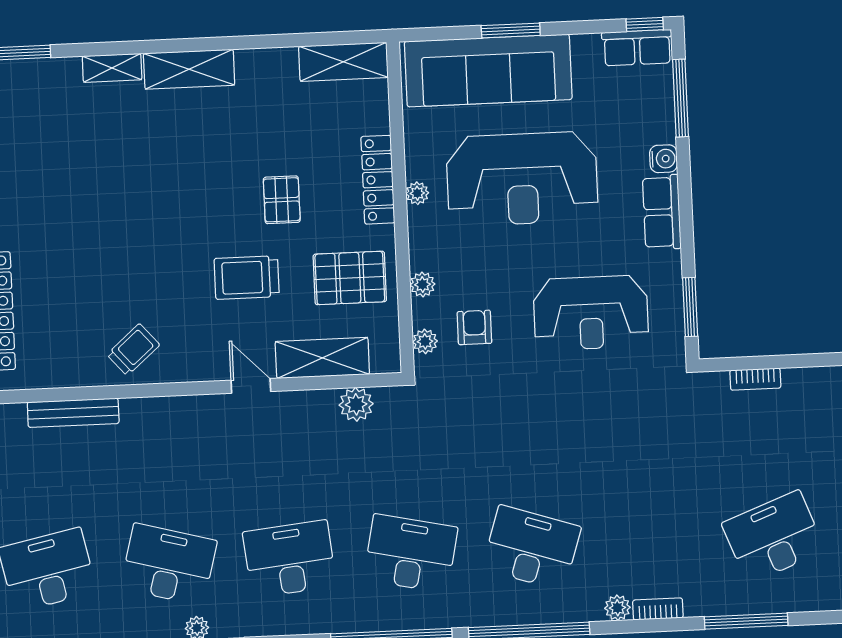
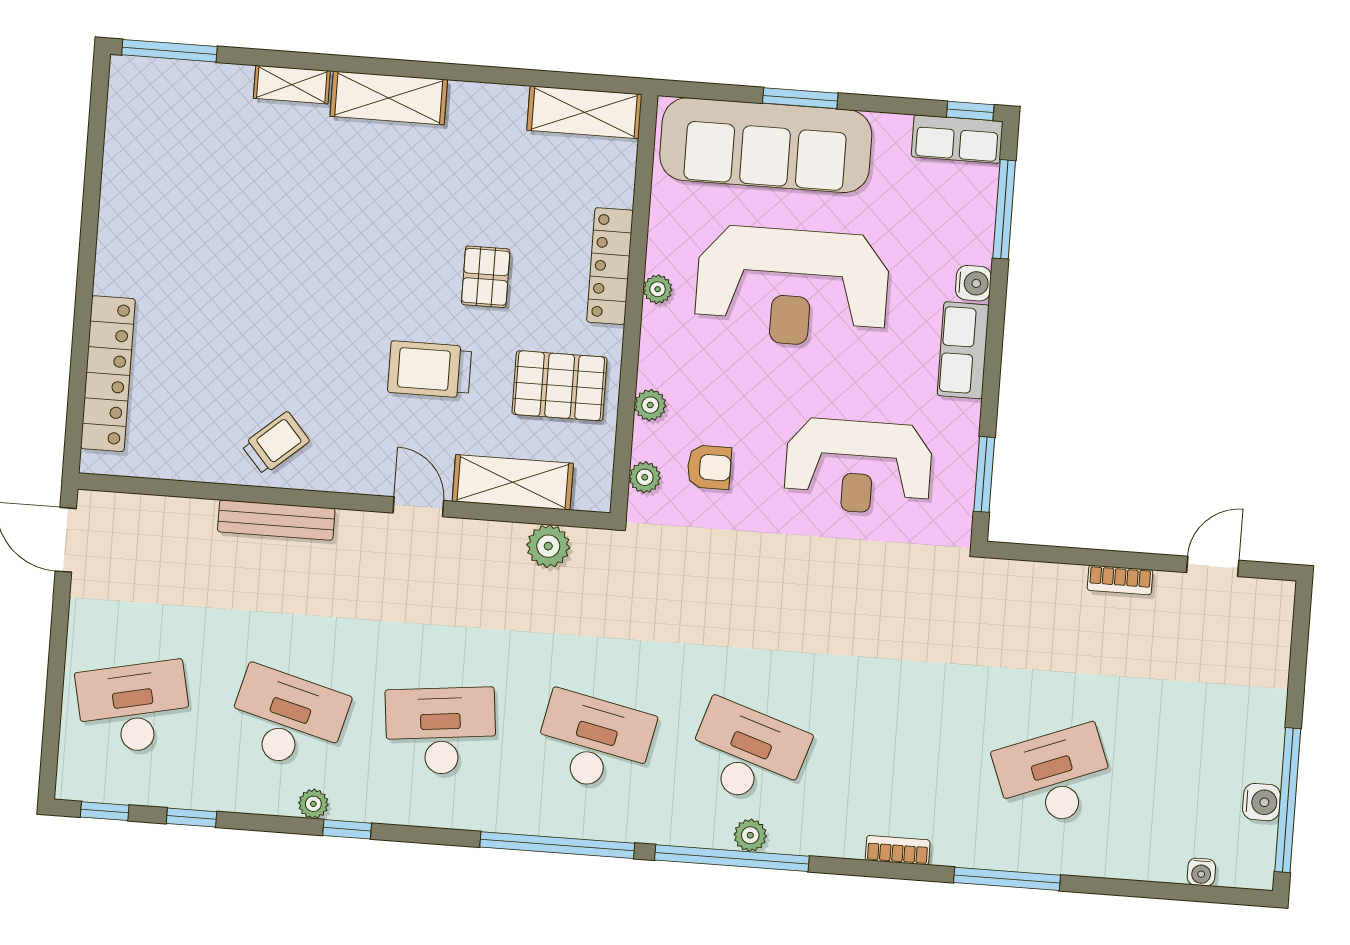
armchair: (474, 327) -> (709, 467), turned 90
bookcase: (755, 379) -> (1120, 580), moved
bench: (73, 413) -> (276, 520), moved
plant: (617, 608) -> (750, 835), moved

